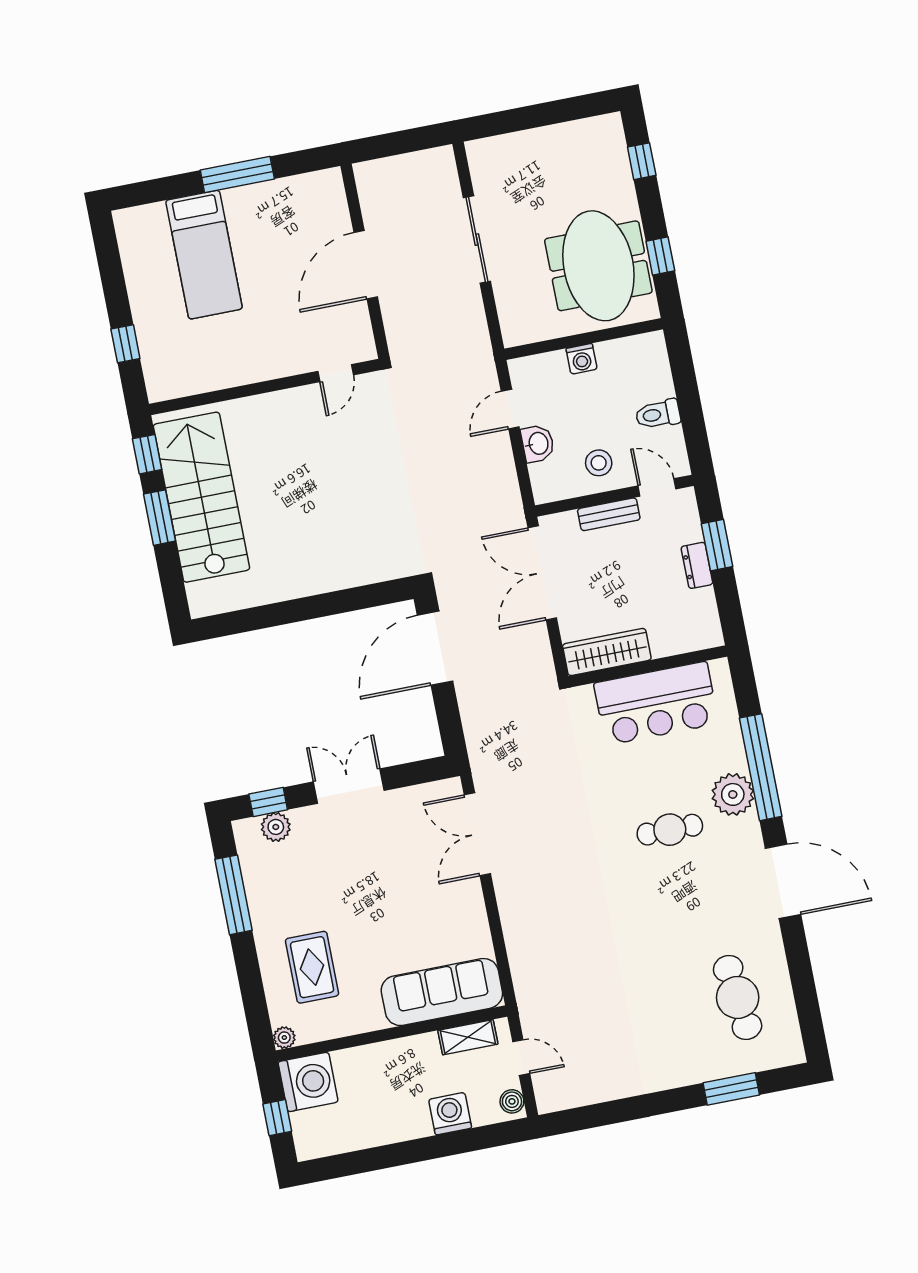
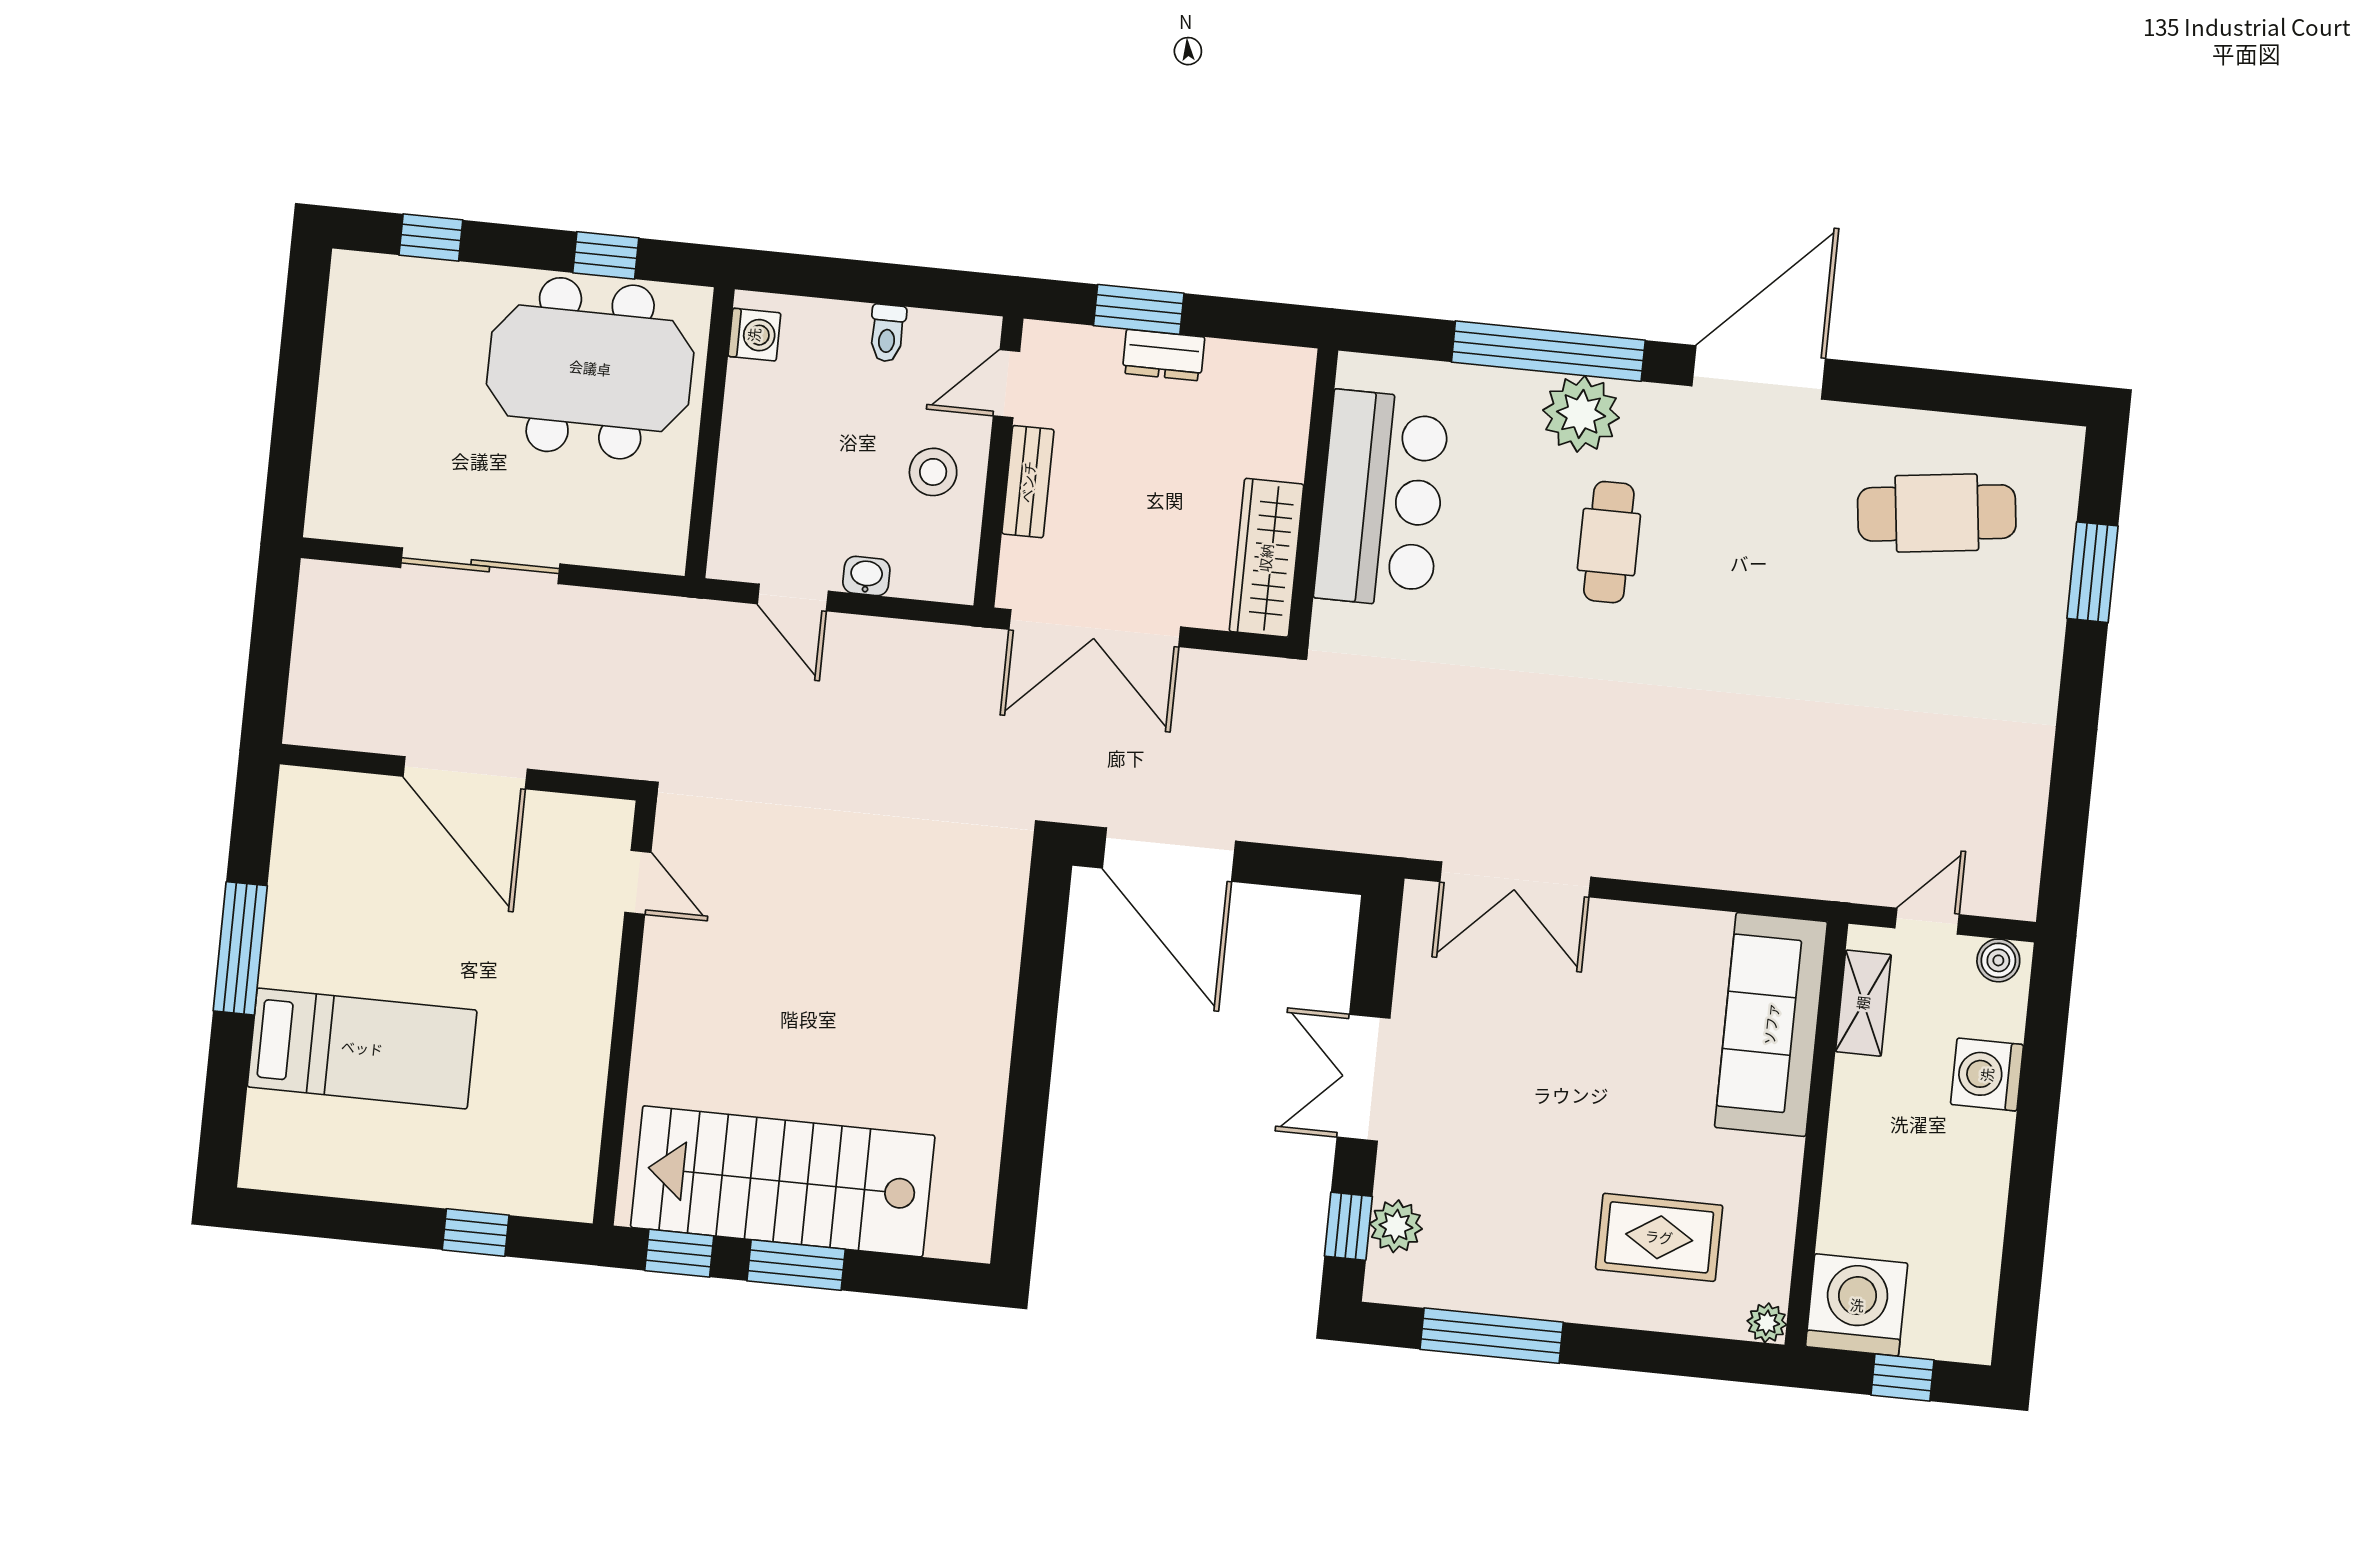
washing machine: (582, 359) -> (754, 335), moved
toilet: (658, 414) -> (887, 333), width x0.73, depth x0.72
washbasin: (538, 444) -> (866, 576), width x0.72, depth x0.69

